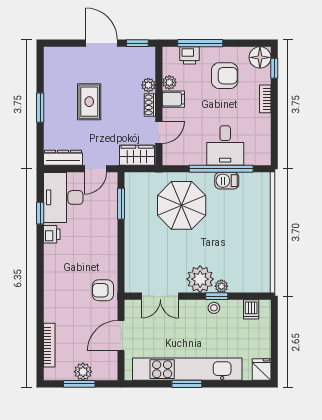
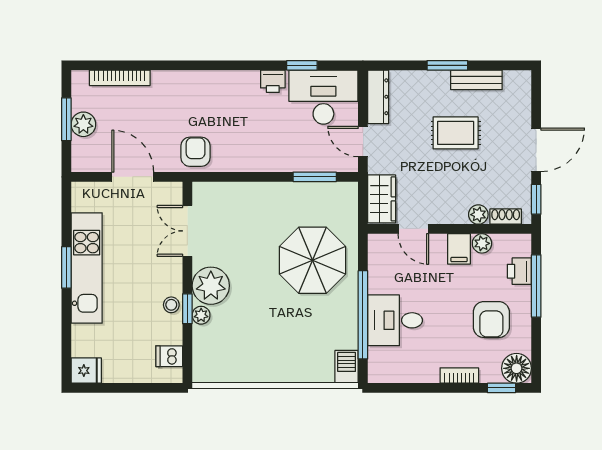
bench: (51, 86) -> (476, 80), added
shoe rack: (150, 105) -> (506, 217), moved
barbecue: (227, 181) -> (347, 367), moved
kitchen unit: (187, 369) -> (87, 268), width x0.73

